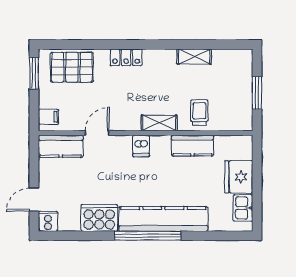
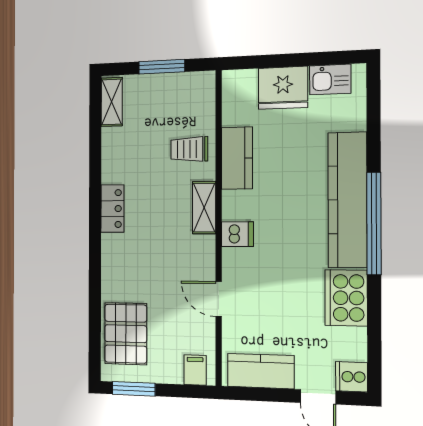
locker: (126, 57) -> (112, 209), moved
shelving: (194, 57) -> (112, 102), moved
kitchen counter: (61, 146) -> (261, 371), moved, turned -90

